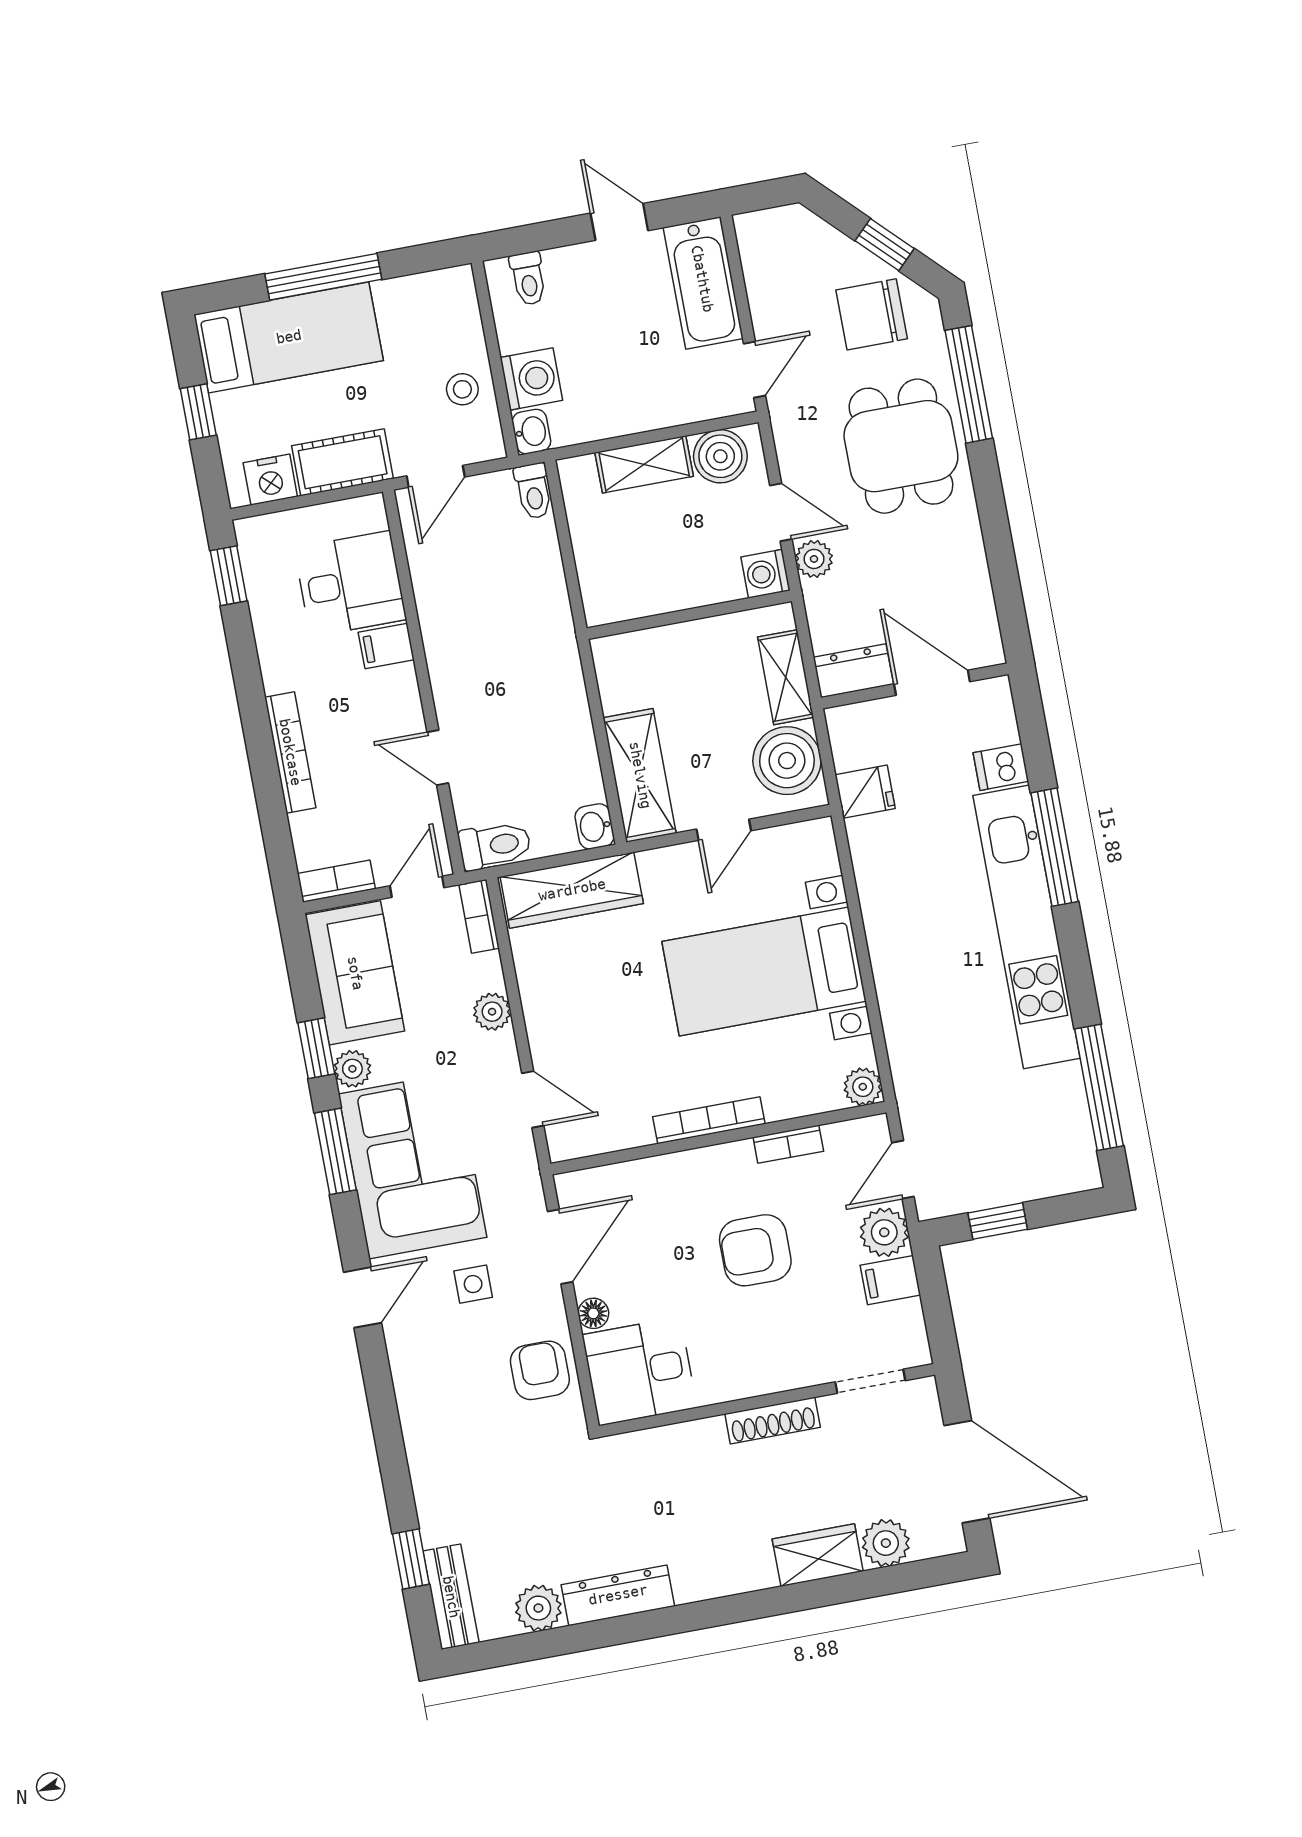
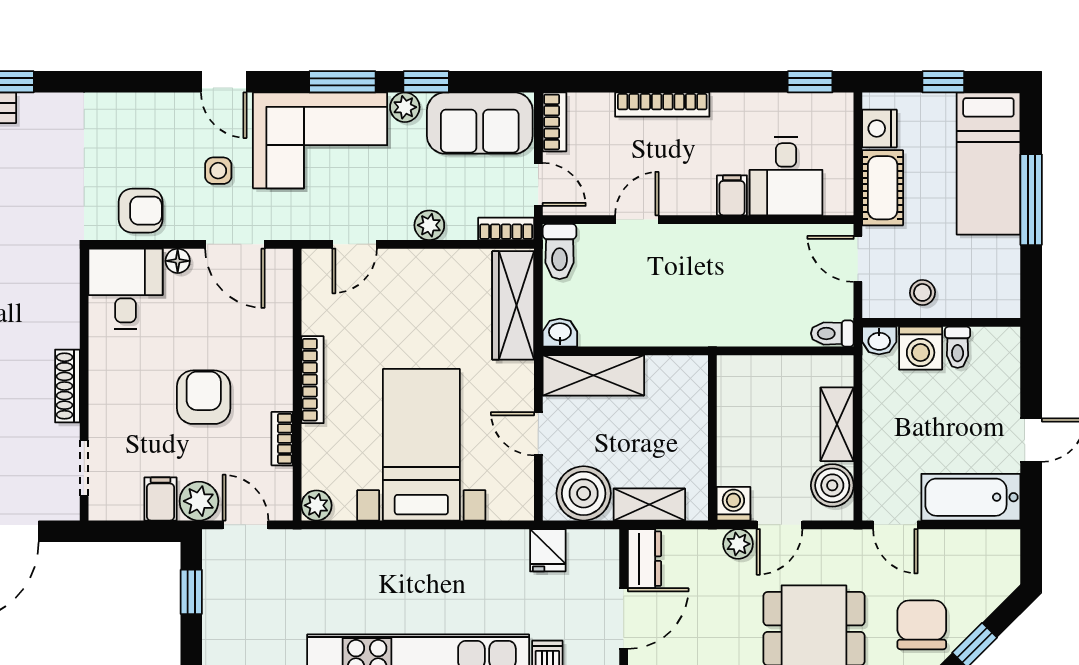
toilet: (528, 279) -> (958, 347), moved, turned -90

